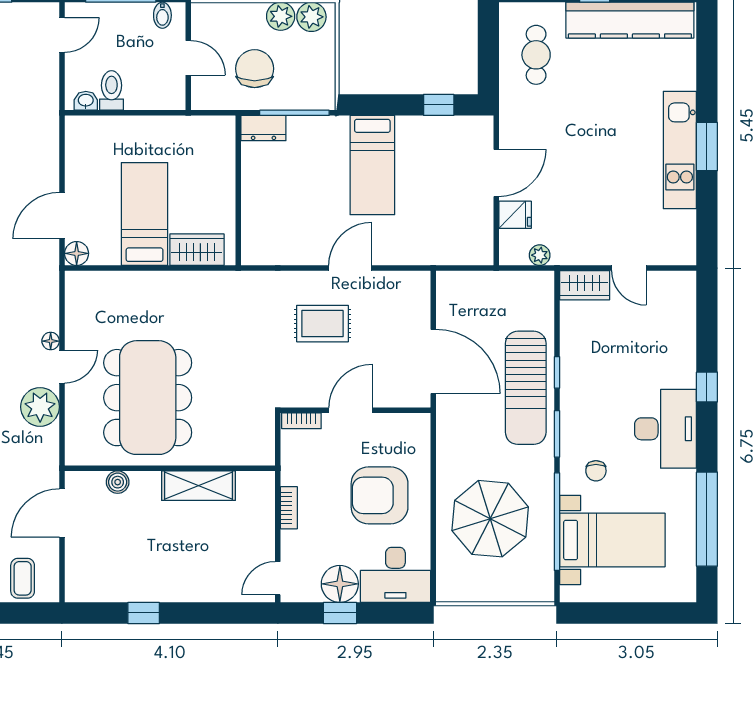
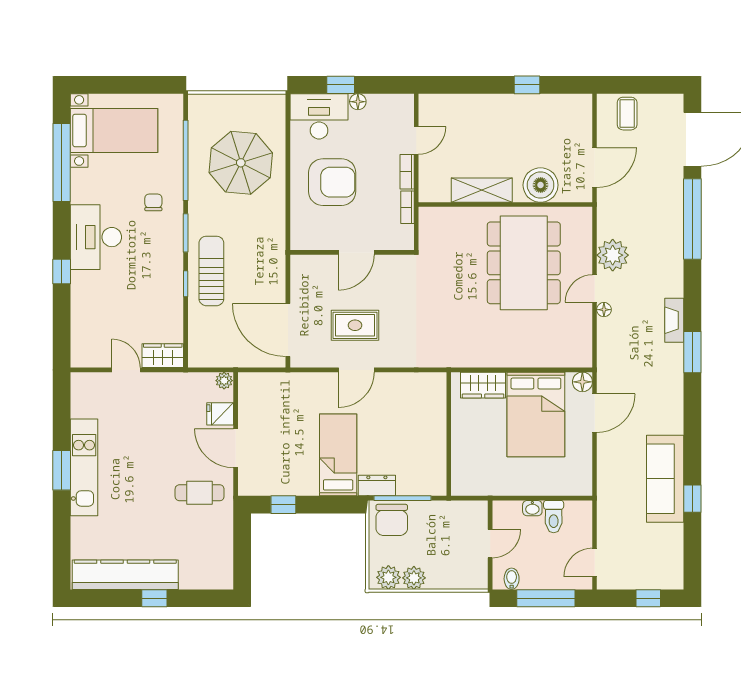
cafe table: (536, 55) -> (200, 493), moved, turned 90
door: (188, 58) -> (490, 544), swing flipped
chair: (255, 69) -> (392, 520), moved
washbasin: (86, 101) -> (532, 508), moved
dresser: (263, 128) -> (377, 486), moved
door: (496, 173) -> (236, 448), hinge flipped
bed: (145, 214) -> (536, 415), width x1.50
plant: (540, 255) -> (224, 381), moved
rug: (322, 324) -> (355, 325), moved
door: (433, 361) -> (288, 330), moved
sun lounger: (526, 388) -> (211, 271), width x0.73, depth x0.75
bookcase: (301, 421) -> (407, 207), moved, turned -90
boiler: (118, 482) -> (541, 185), width x1.86, depth x1.86
bed with nightstands: (612, 540) -> (114, 130), moved, turned 180
door: (278, 578) -> (416, 140), moved
floor lamp: (340, 584) -> (358, 102), width x0.53, depth x0.53
window: (340, 613) -> (341, 85), moved

